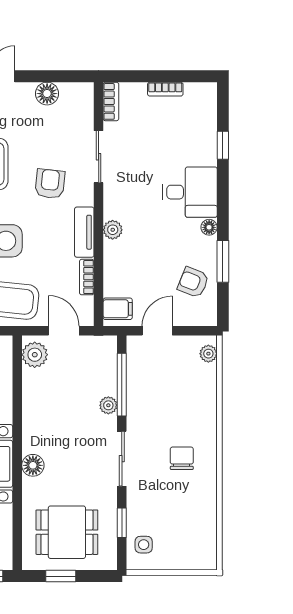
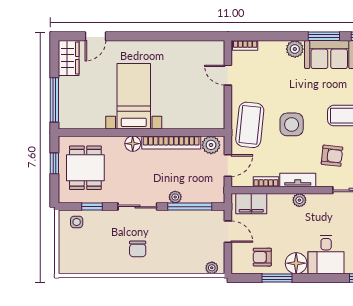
floor lamp: (209, 227) -> (296, 263), width x1.89, depth x1.89
armchair: (193, 282) -> (262, 257), turned -112
filing cabinet: (118, 309) -> (251, 204), width x2.00
bookcase: (31, 411) -> (171, 142), added
chair: (182, 458) -> (138, 249), turned 90

